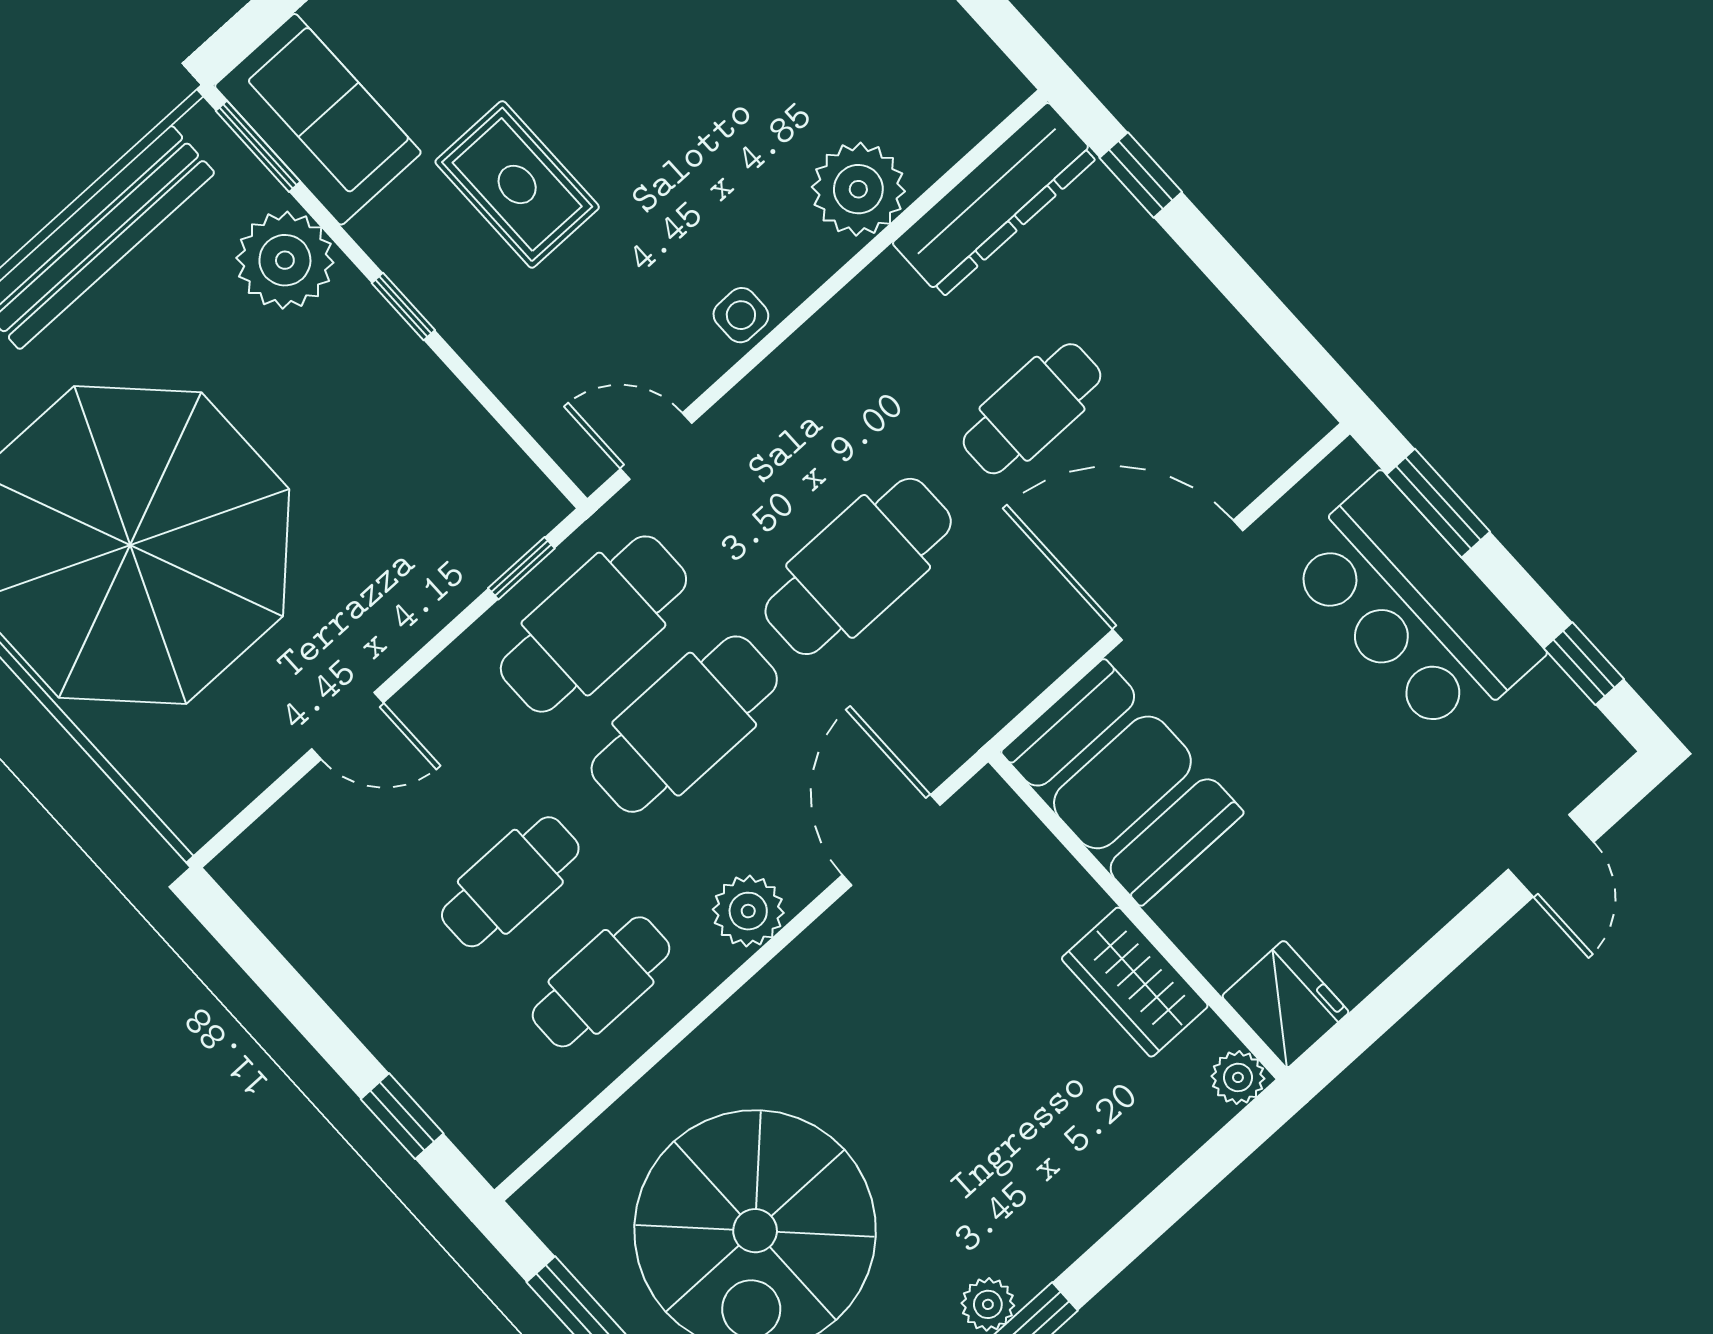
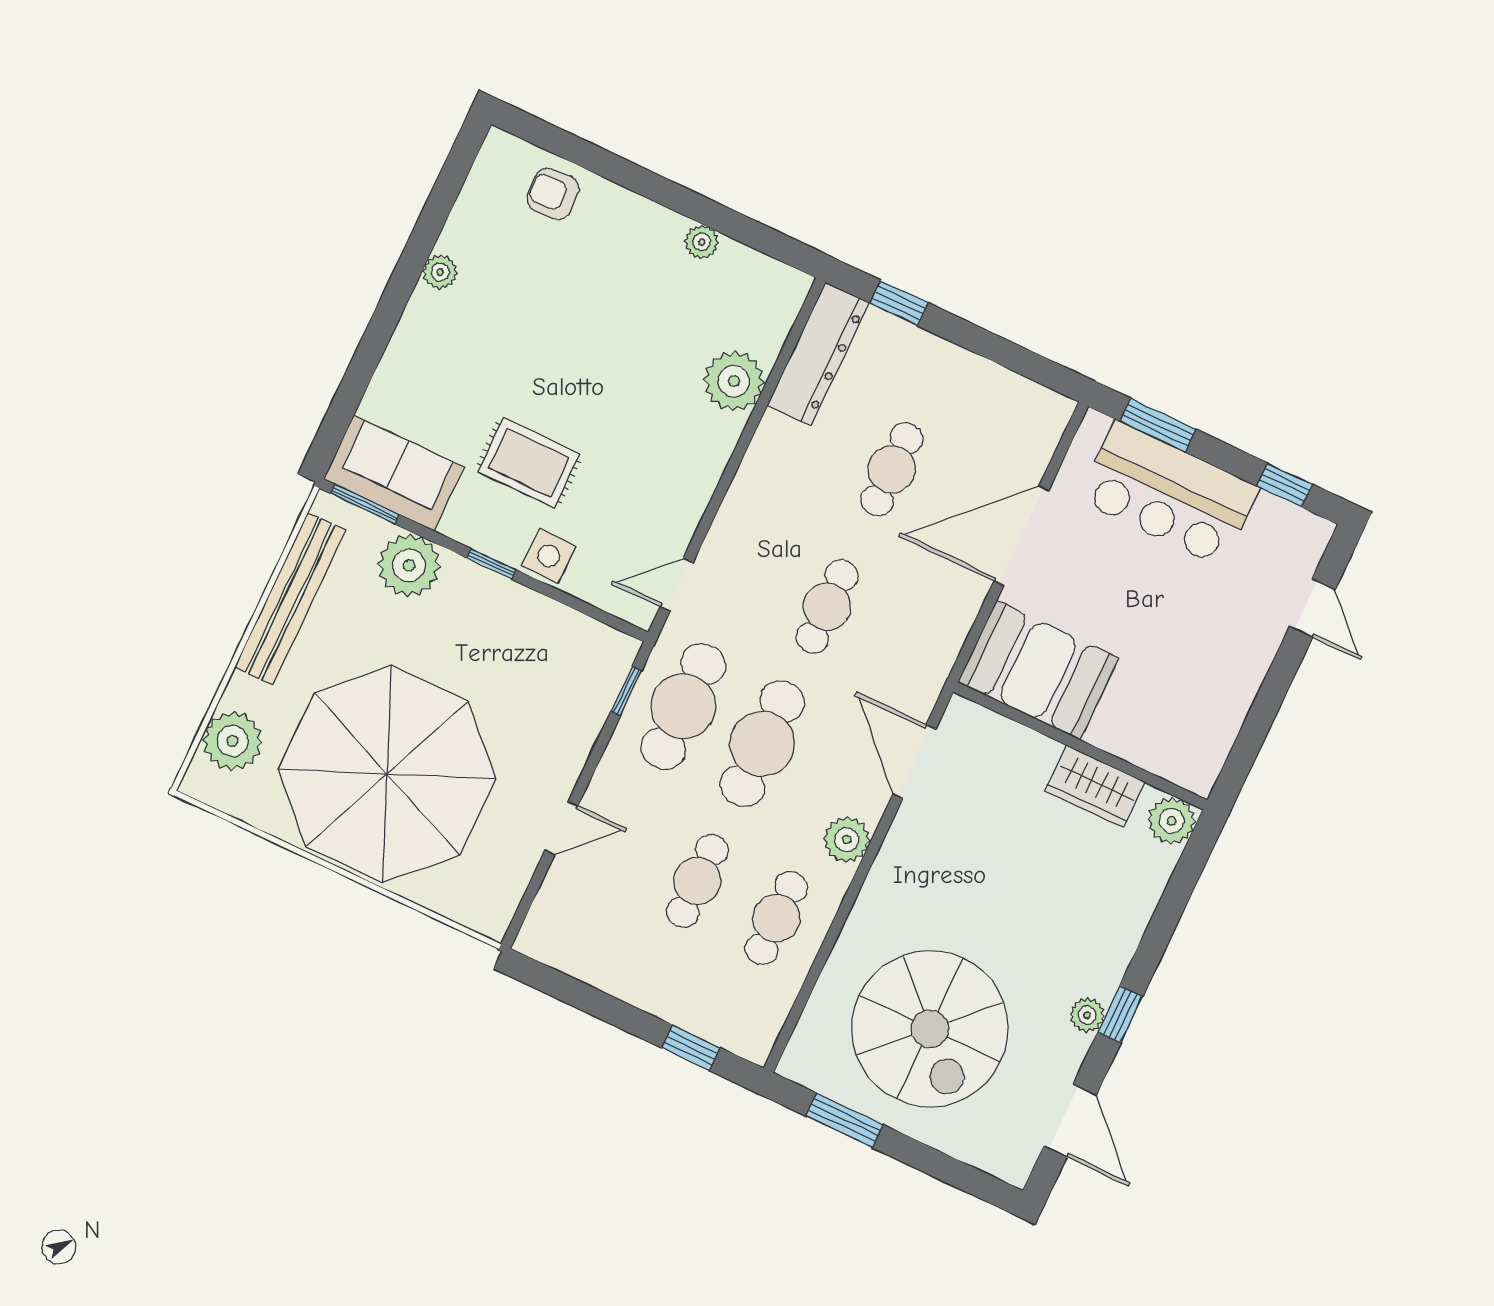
side table: (741, 315) -> (549, 556), moved, width x1.37, depth x1.37
cafe table: (858, 566) -> (827, 607), width x0.73, depth x0.74
fridge: (1285, 1004) -> (1191, 762), removed
plant: (1238, 1077) -> (1172, 821), width x1.38, depth x1.38

